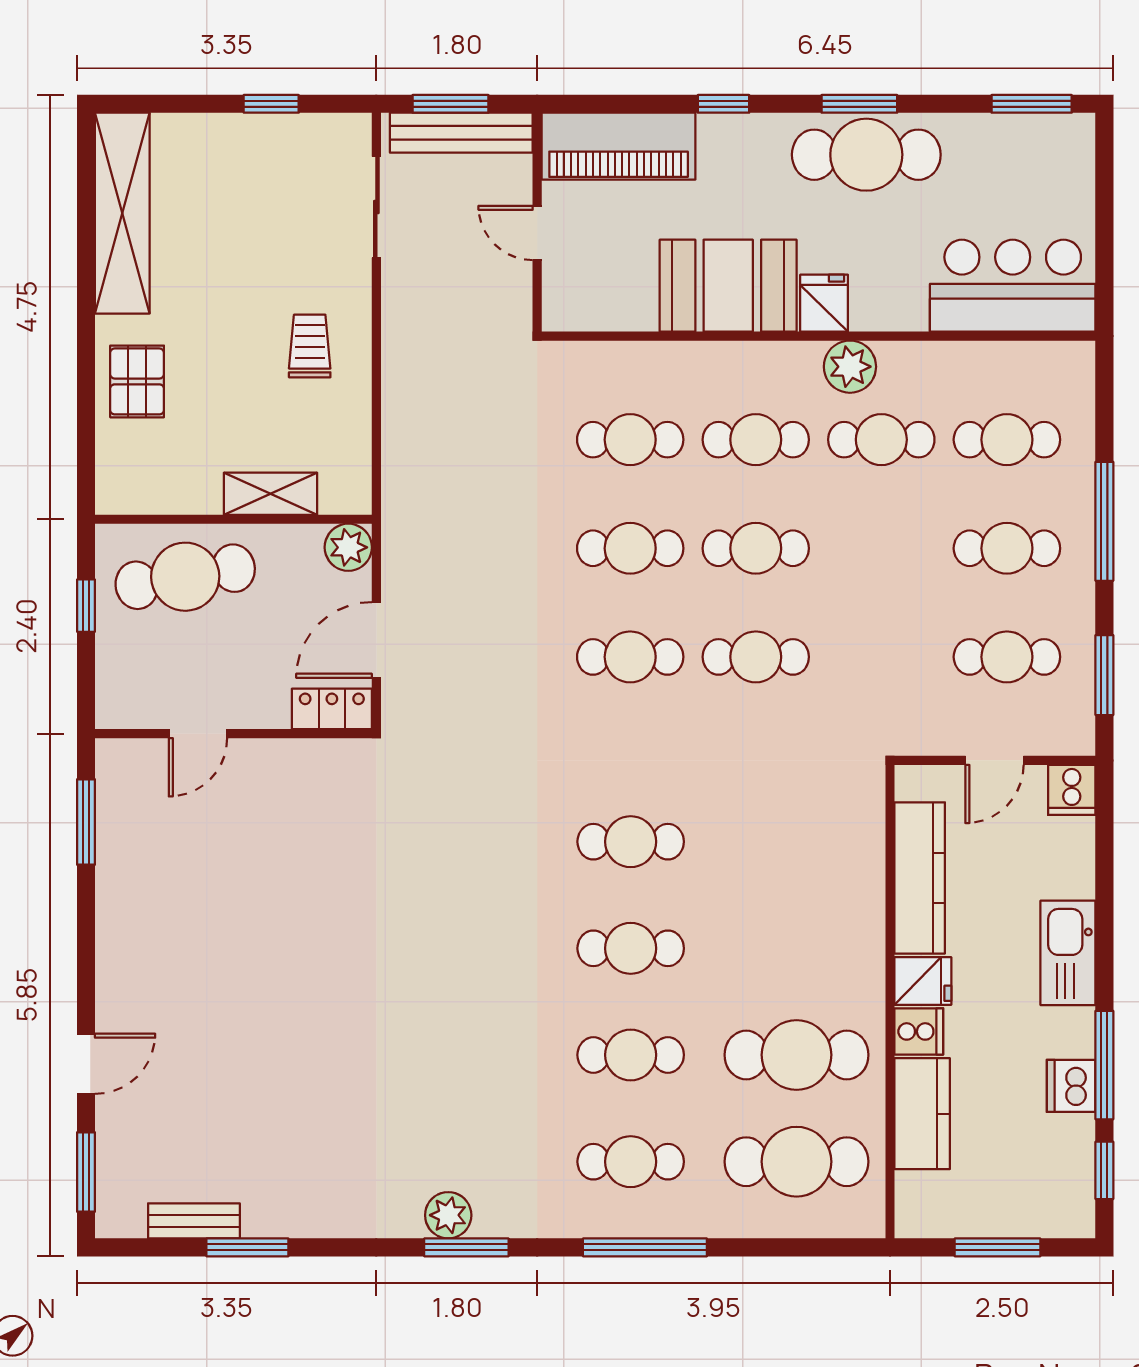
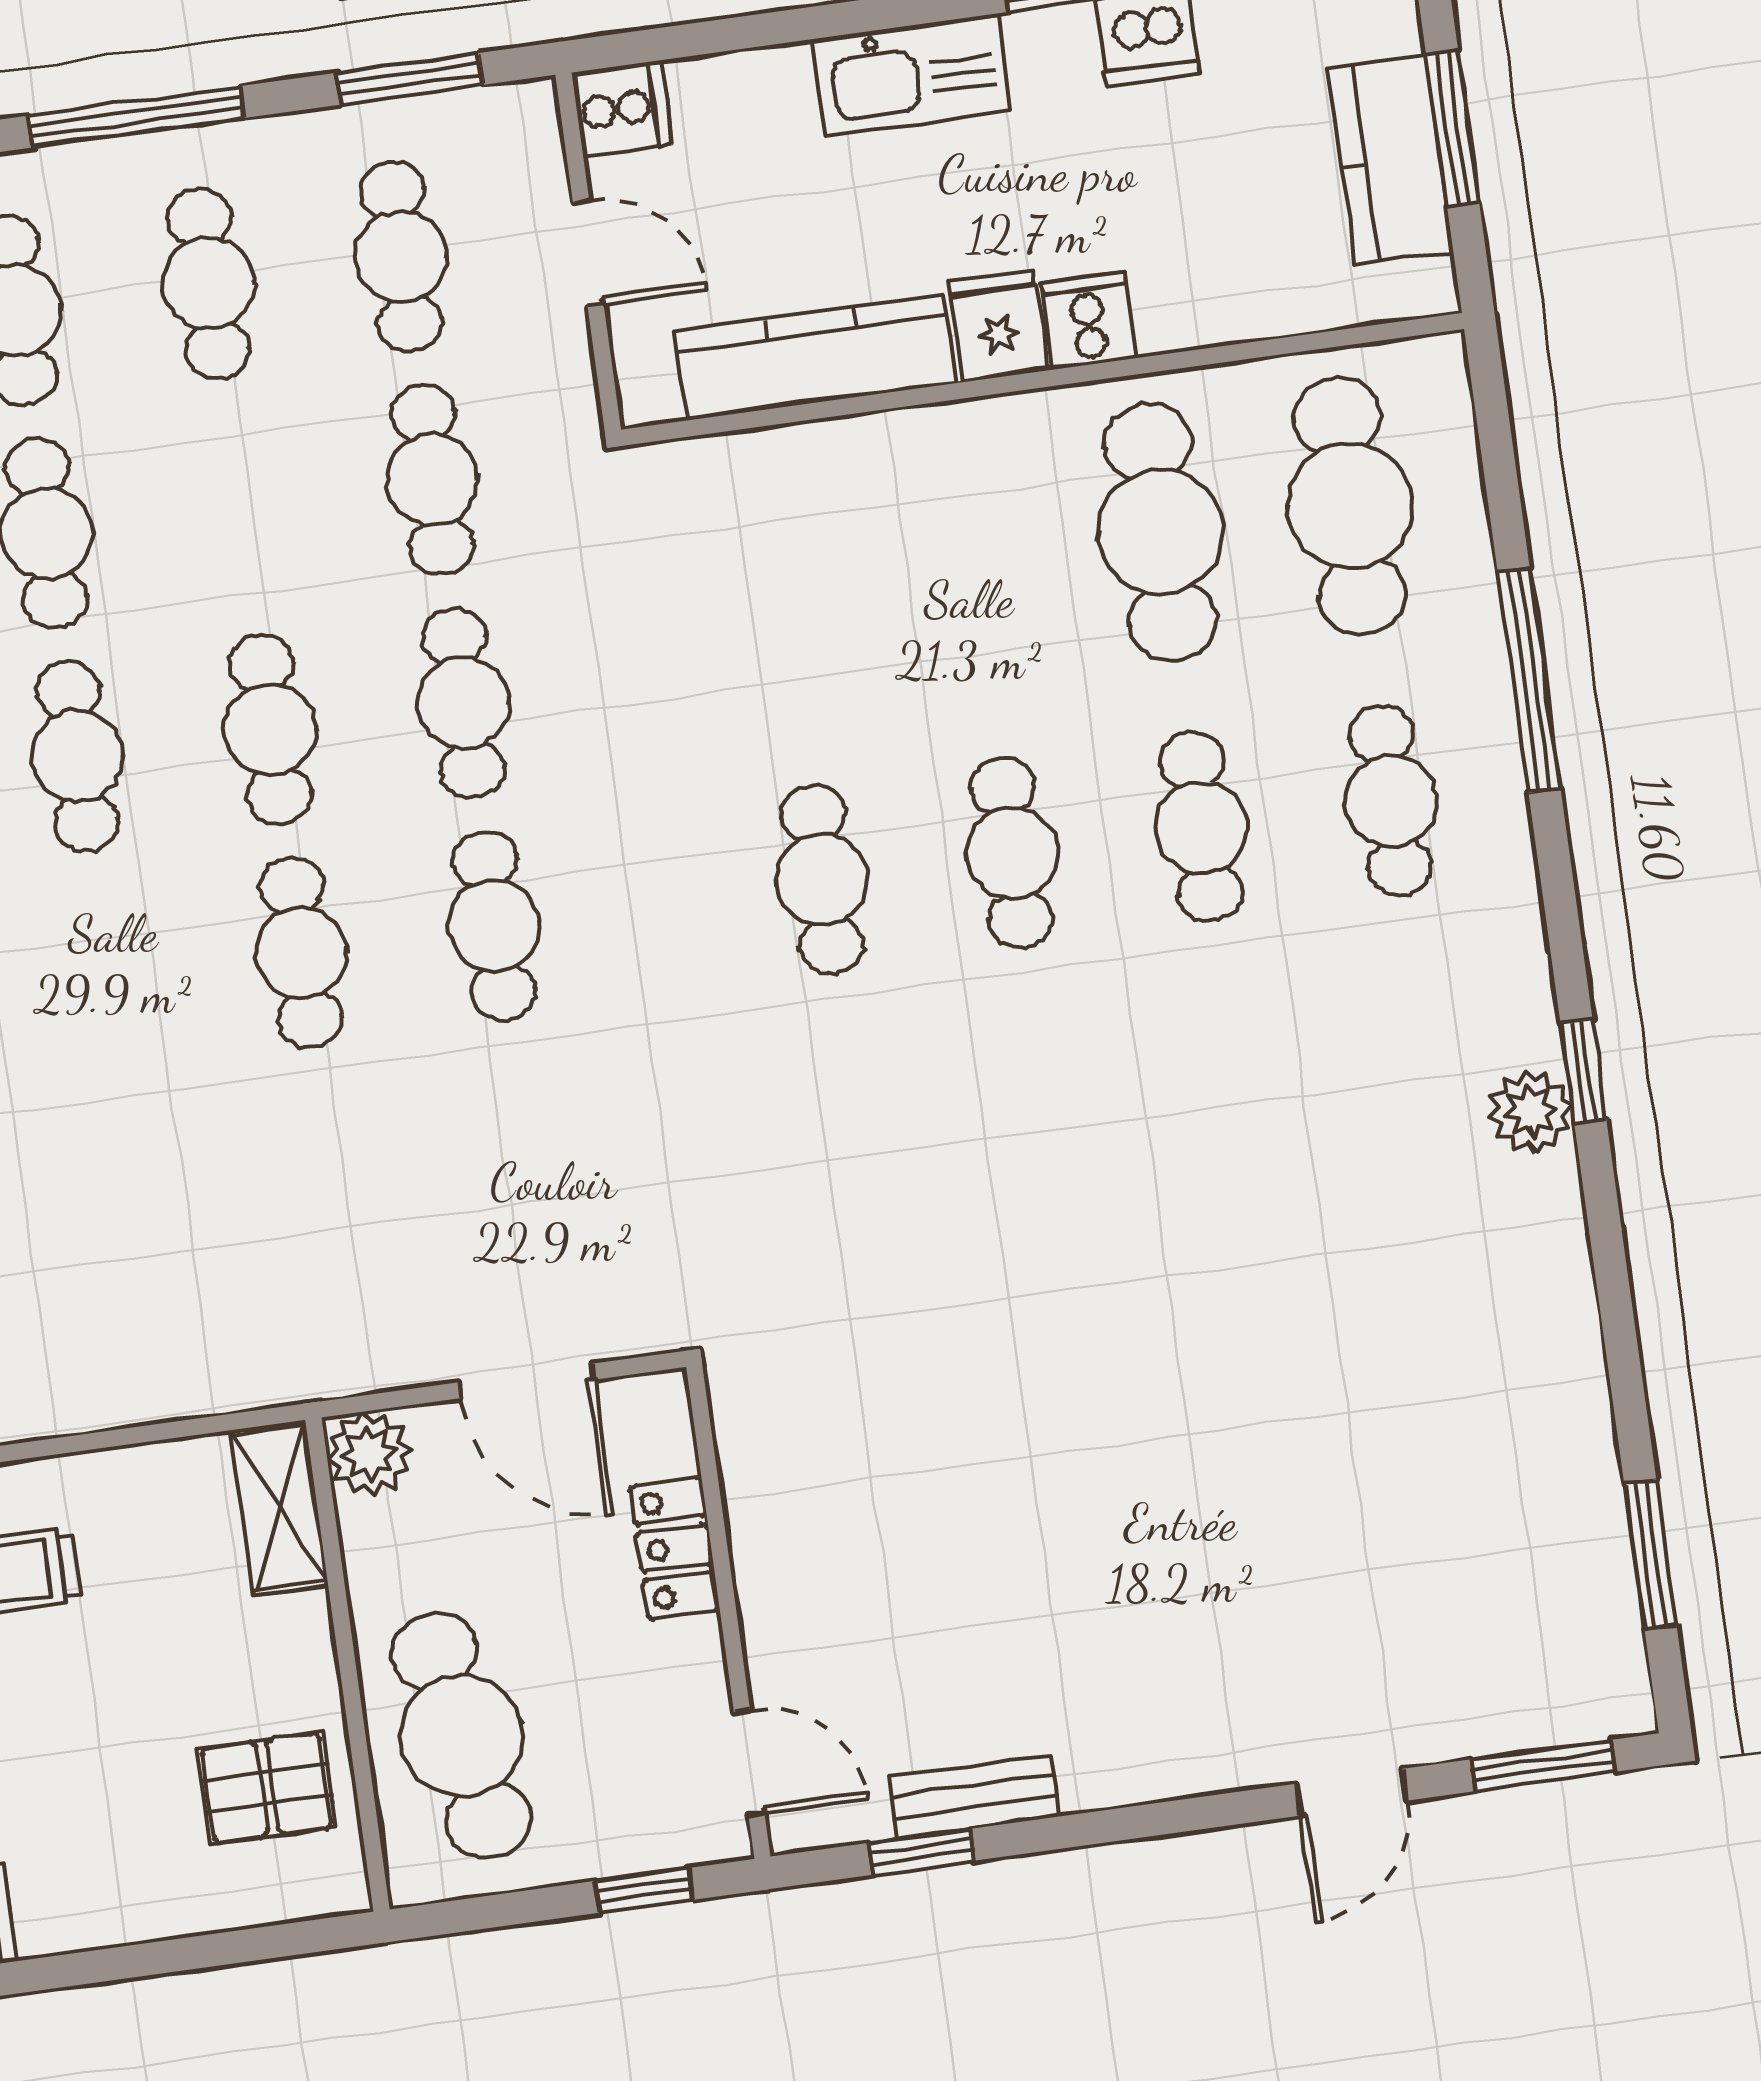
pallet: (137, 381) -> (267, 1788), moved
cafe table: (630, 440) -> (432, 480), moved
shelving: (271, 494) -> (280, 1508), moved
window: (86, 606) -> (644, 1890), moved
locker: (332, 709) -> (675, 1548), moved
door: (198, 734) -> (749, 1763), moved
window: (86, 822) -> (922, 1852), width x0.67
door: (86, 1064) -> (1351, 1792), swing flipped
kitchen counter: (922, 1114) -> (1391, 160), moved, turned -90
bench: (194, 1221) -> (974, 1797), moved, turned 90
window: (247, 1247) -> (1650, 1554), moved
window: (466, 1247) -> (1583, 1071), width x0.67
window: (645, 1247) -> (1529, 680), moved

